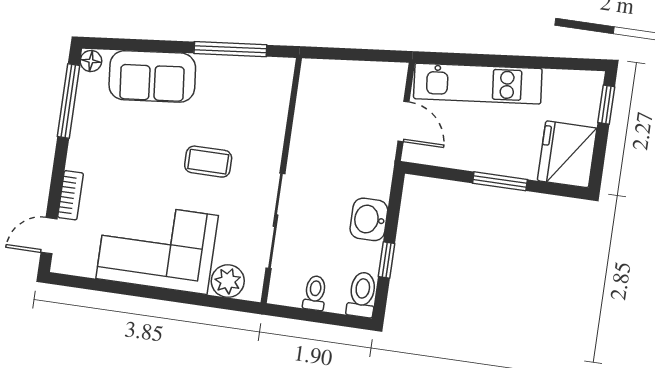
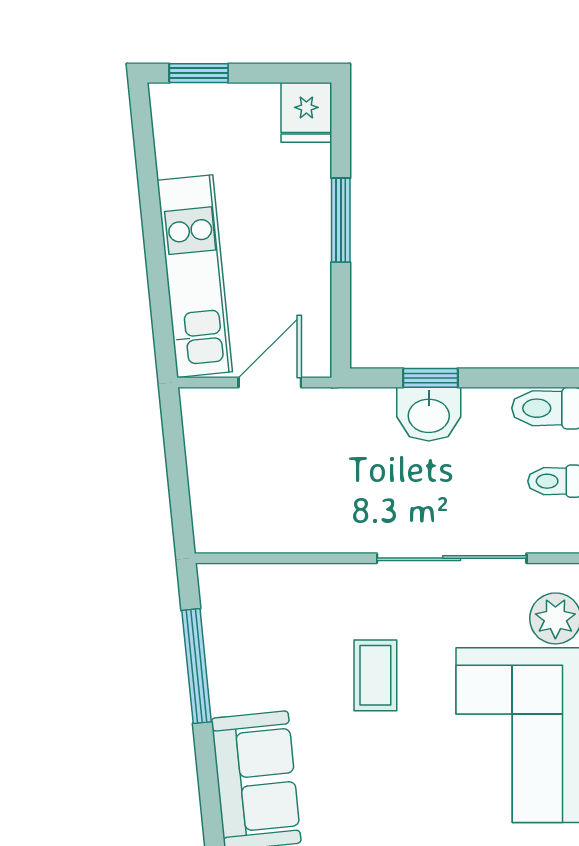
fridge: (567, 154) -> (306, 112), width x0.53, depth x0.75
window: (386, 260) -> (430, 378), moved

